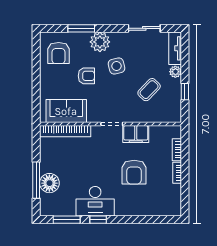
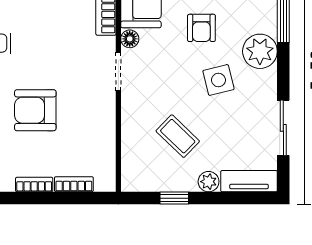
floor lamp: (93, 117) -> (130, 39), added
filing cabinet: (136, 134) -> (101, 113), removed

